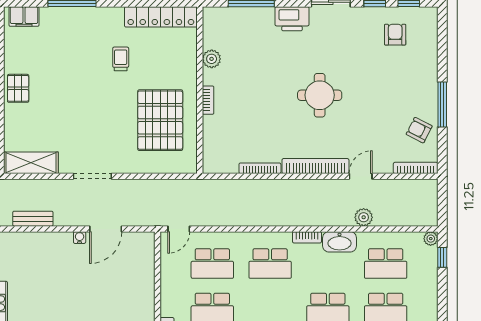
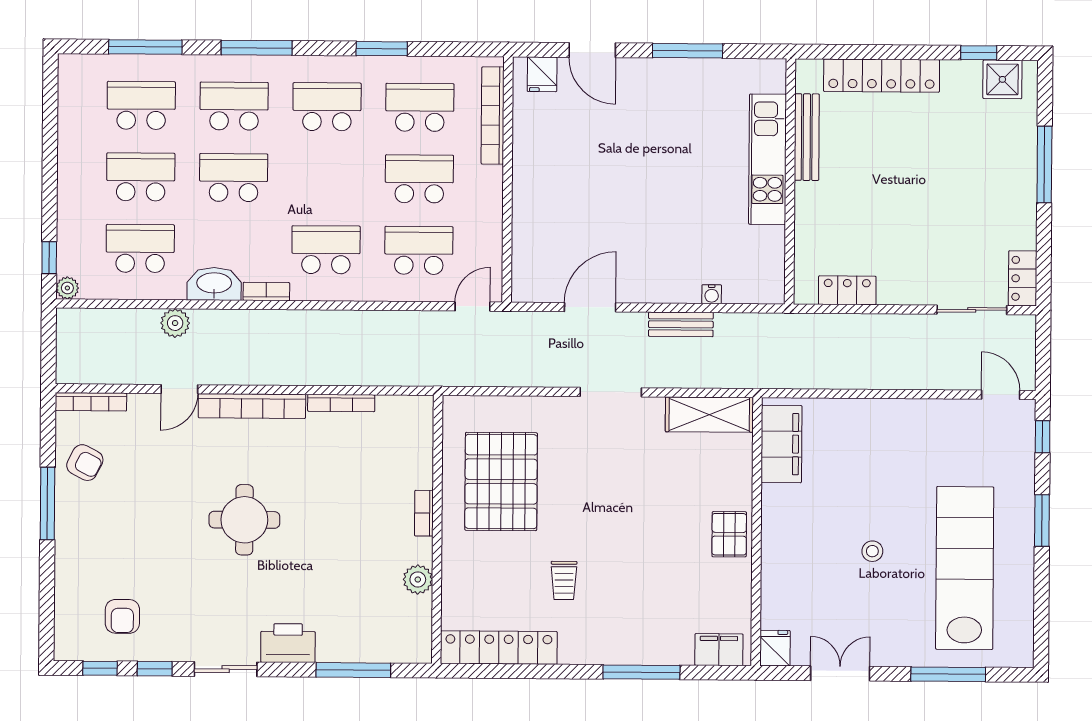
bench: (33, 219) -> (681, 324), moved
water cooler: (80, 238) -> (712, 294), moved

